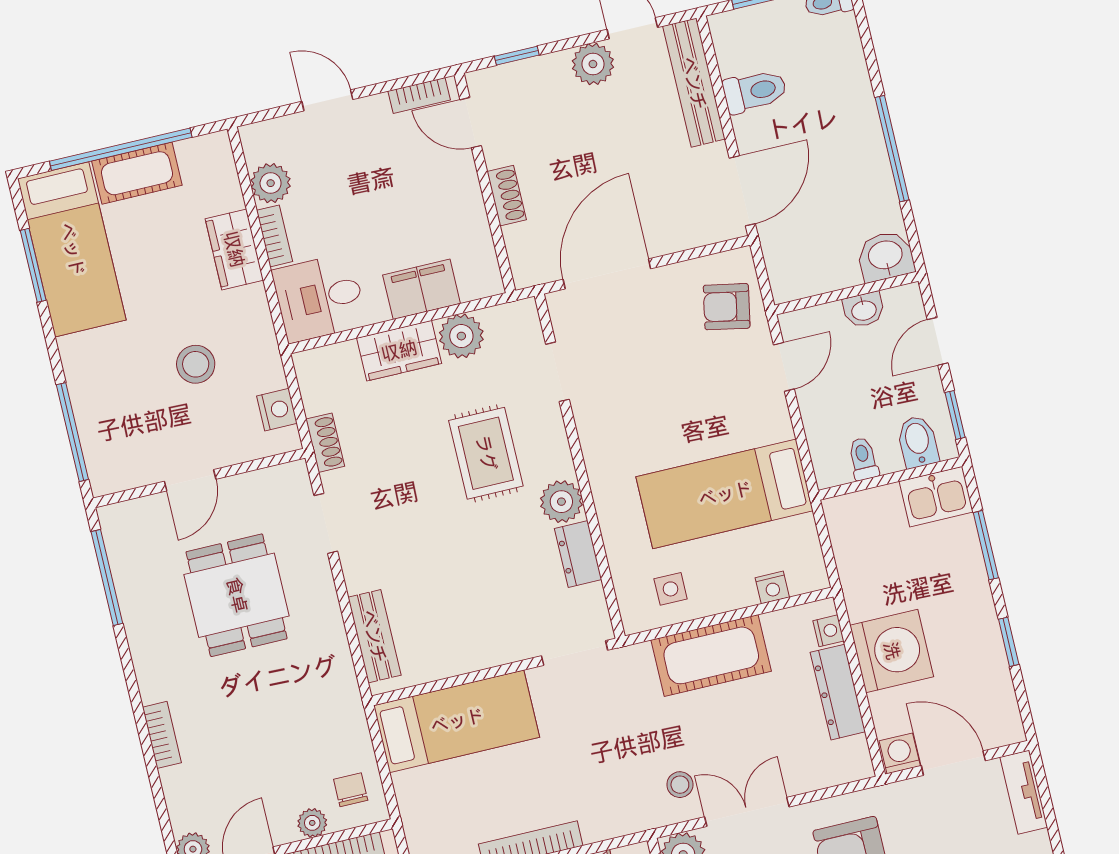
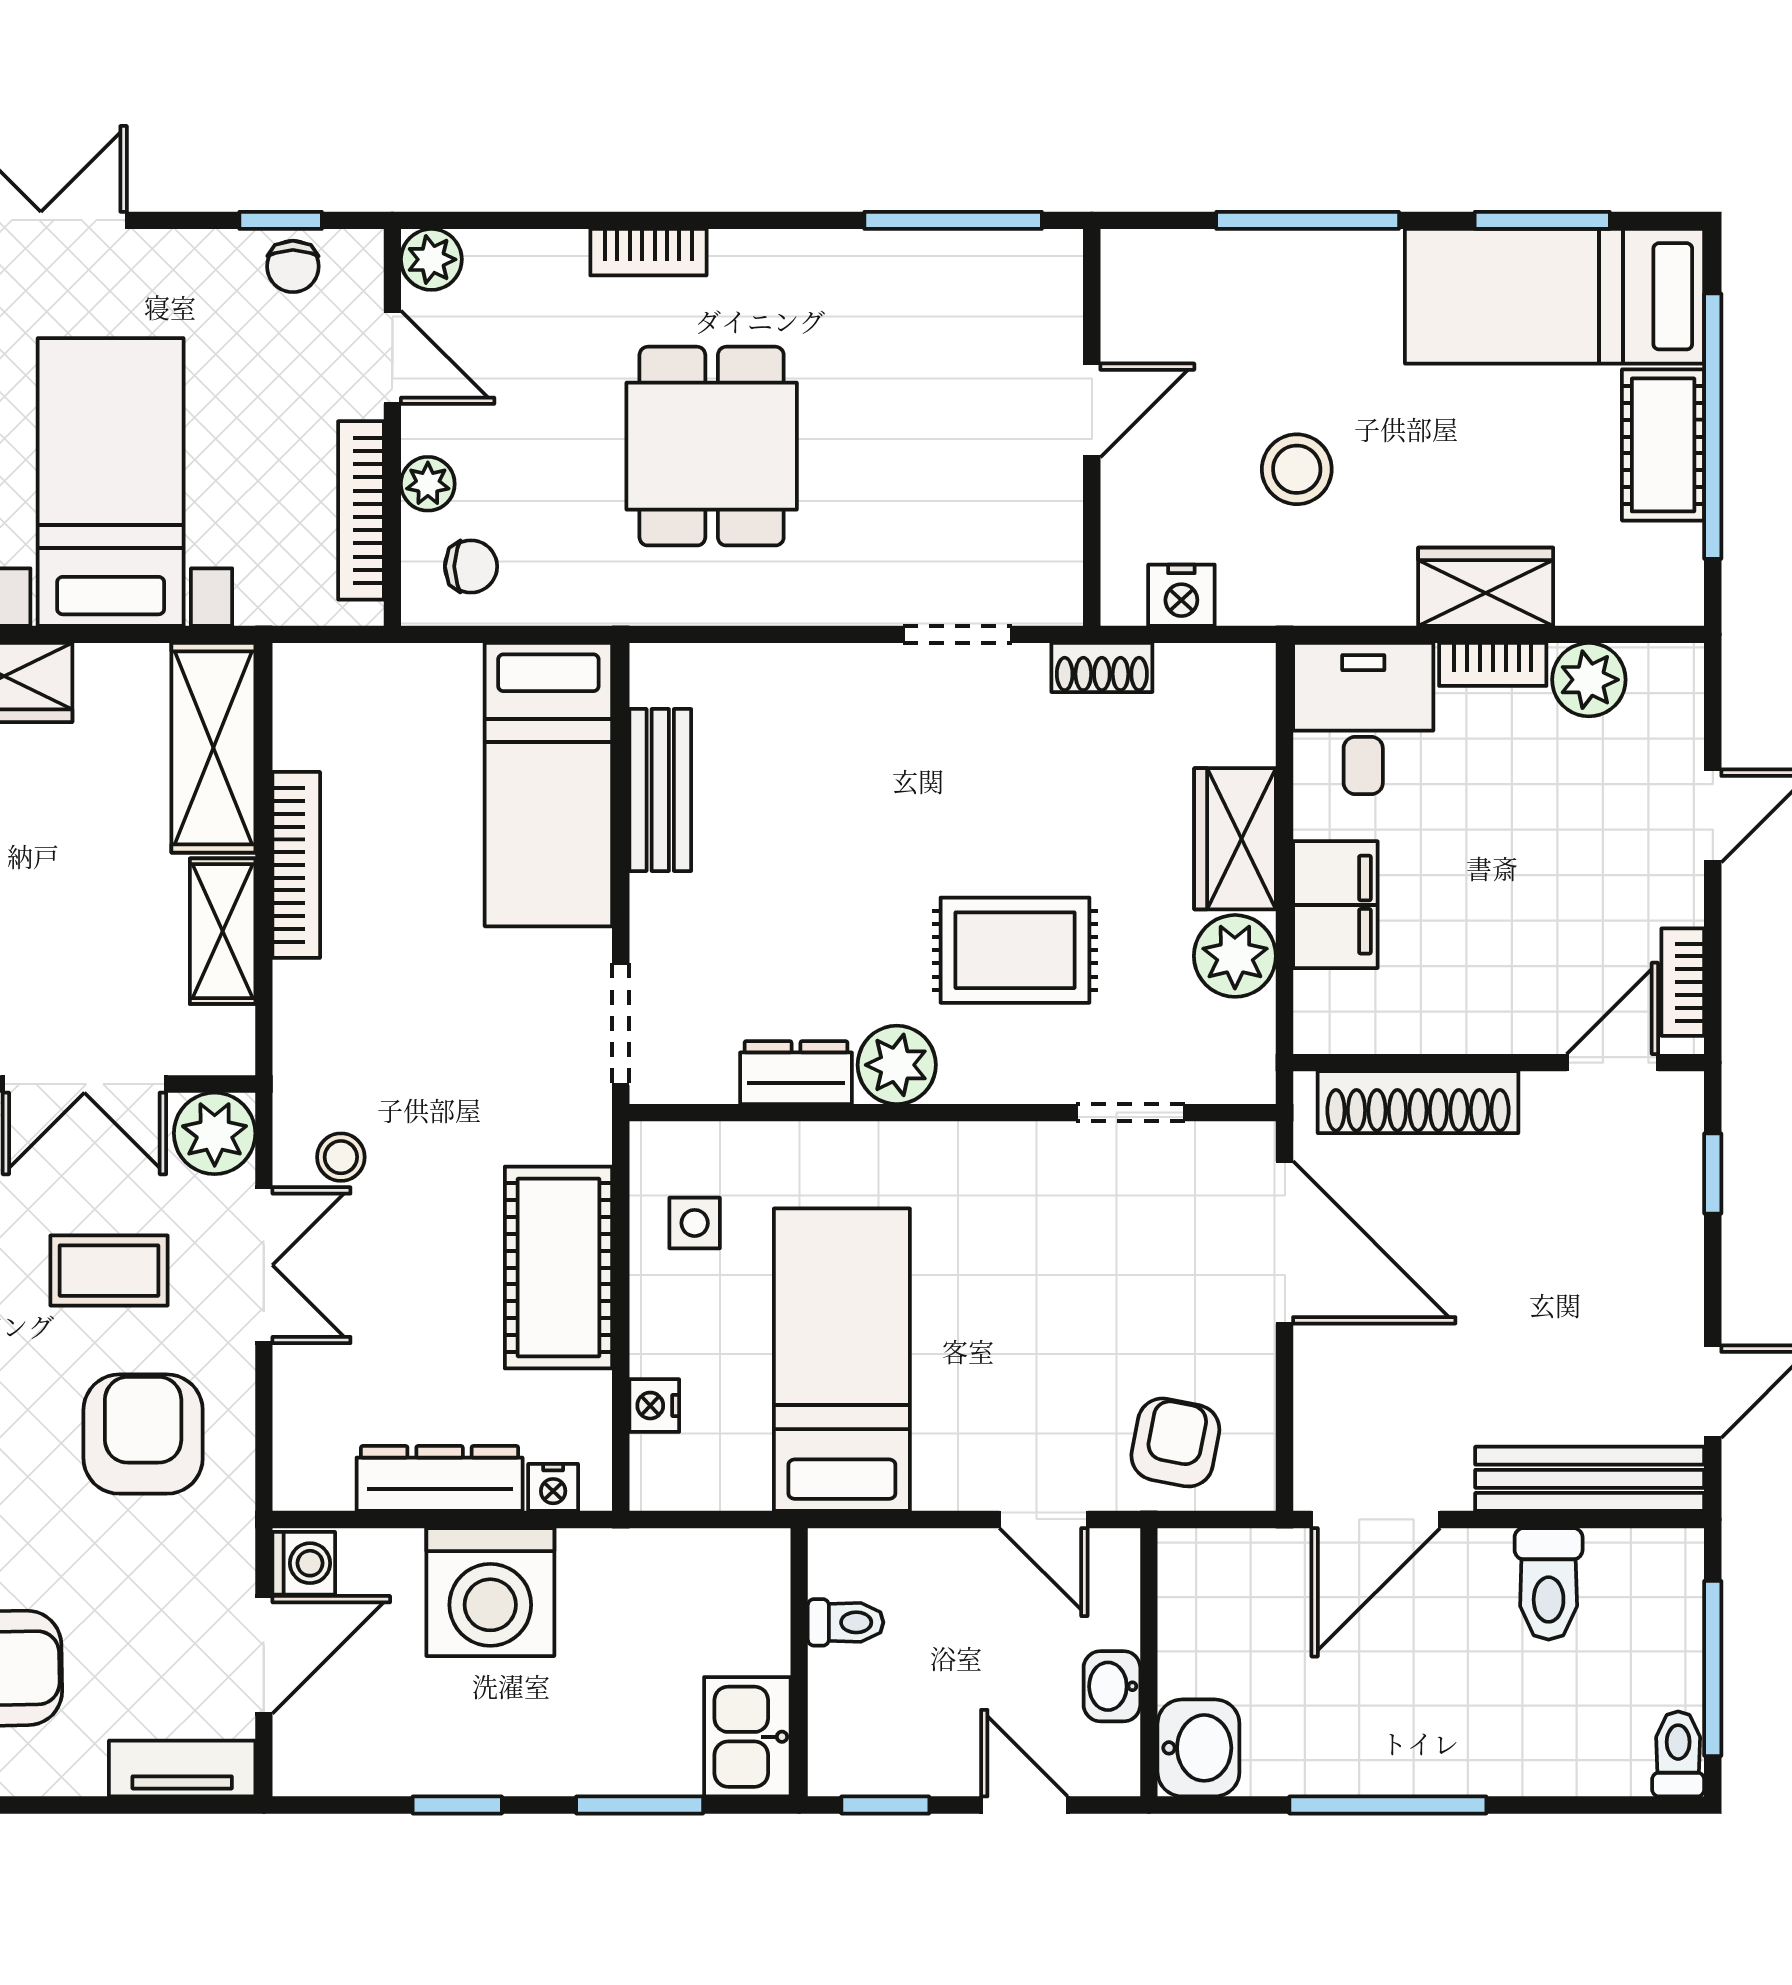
plant: (593, 64) -> (1666, 1306), removed
door: (742, 191) -> (1376, 1519), hinge flipped
shoe rack: (507, 196) -> (1418, 1102), width x1.94, depth x1.24
window: (72, 432) -> (1308, 220), moved
bidet: (918, 442) -> (853, 1727), removed
door: (190, 480) -> (1092, 410), swing flipped
dining table: (237, 595) -> (712, 446), moved, turned 90
bench: (374, 636) -> (660, 790), moved, turned 90

